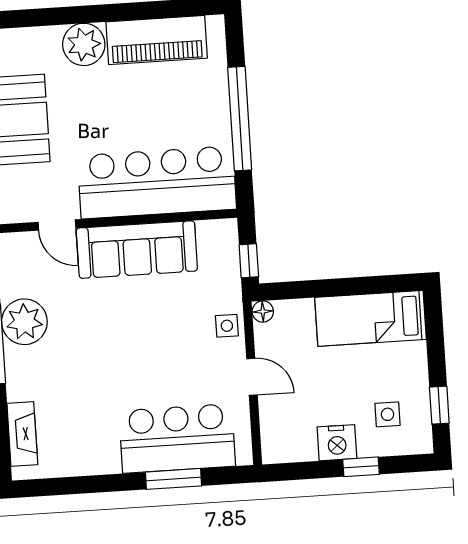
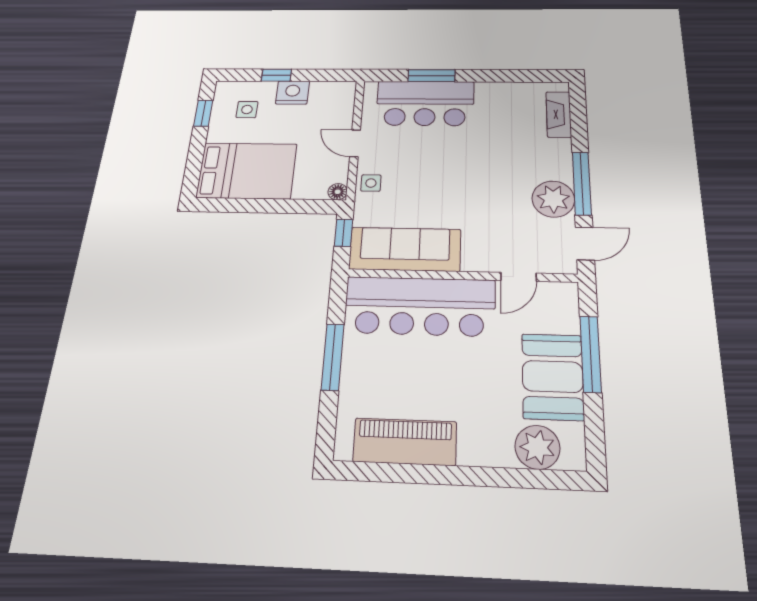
plant: (84, 44) -> (537, 447), moved
window: (240, 119) -> (333, 357), width x0.68
door: (57, 225) -> (519, 277), swing flipped
sofa: (137, 250) -> (405, 249), moved
bed: (370, 318) -> (247, 171), width x1.50

